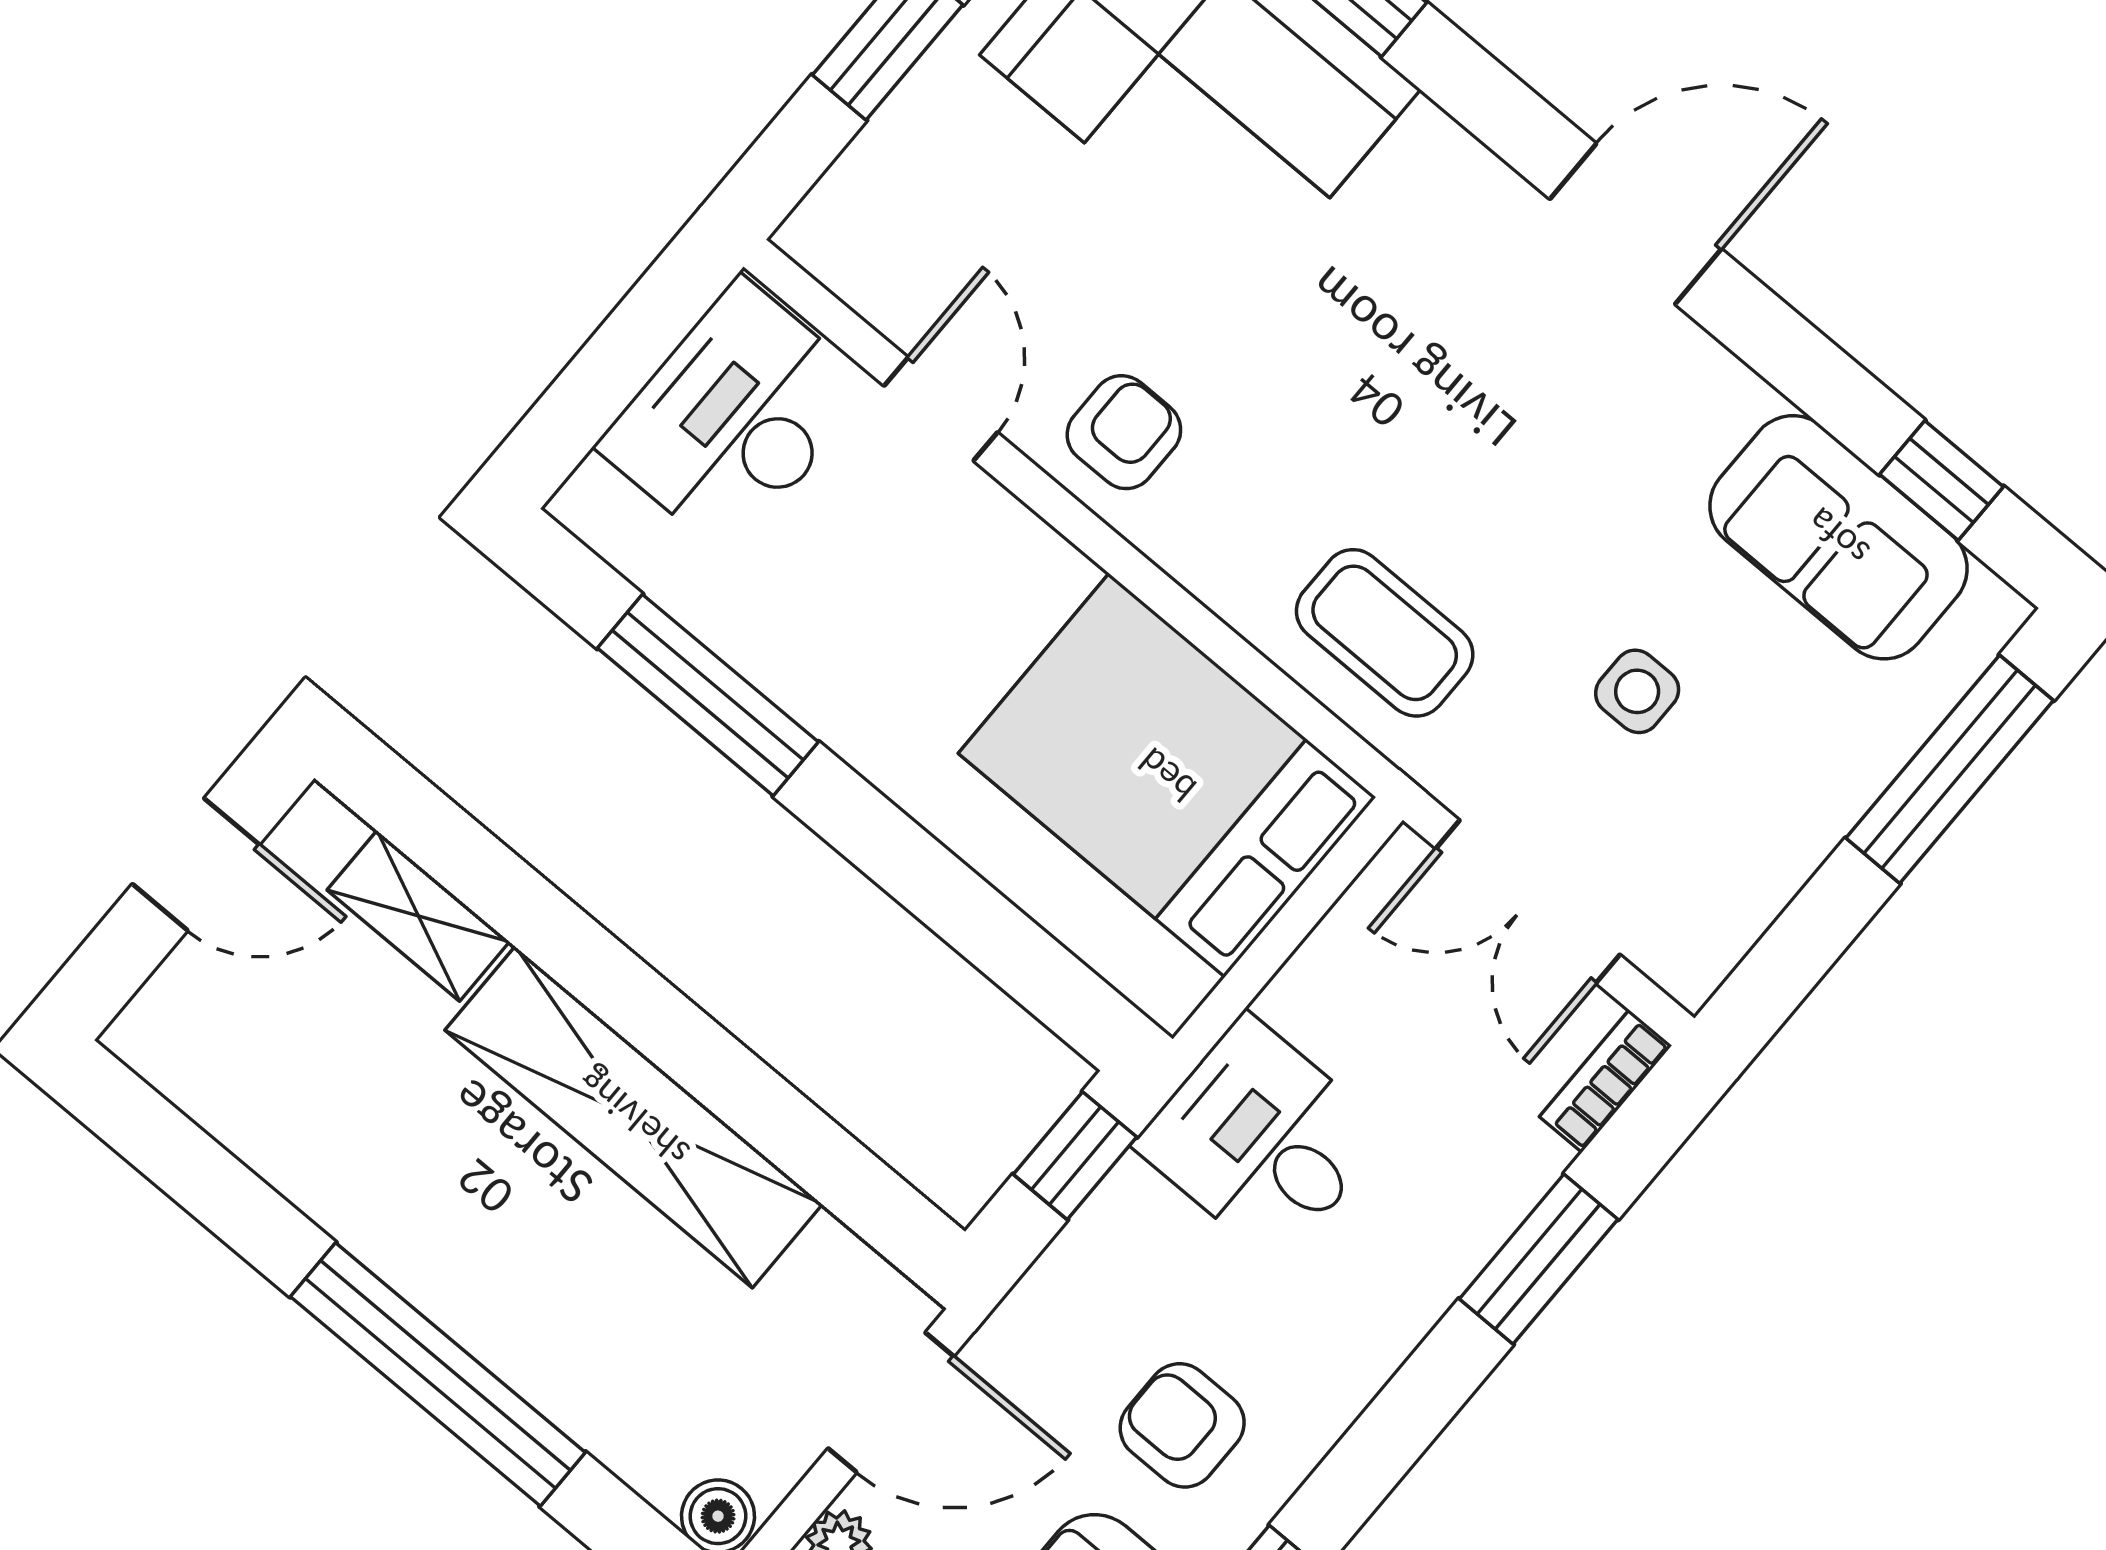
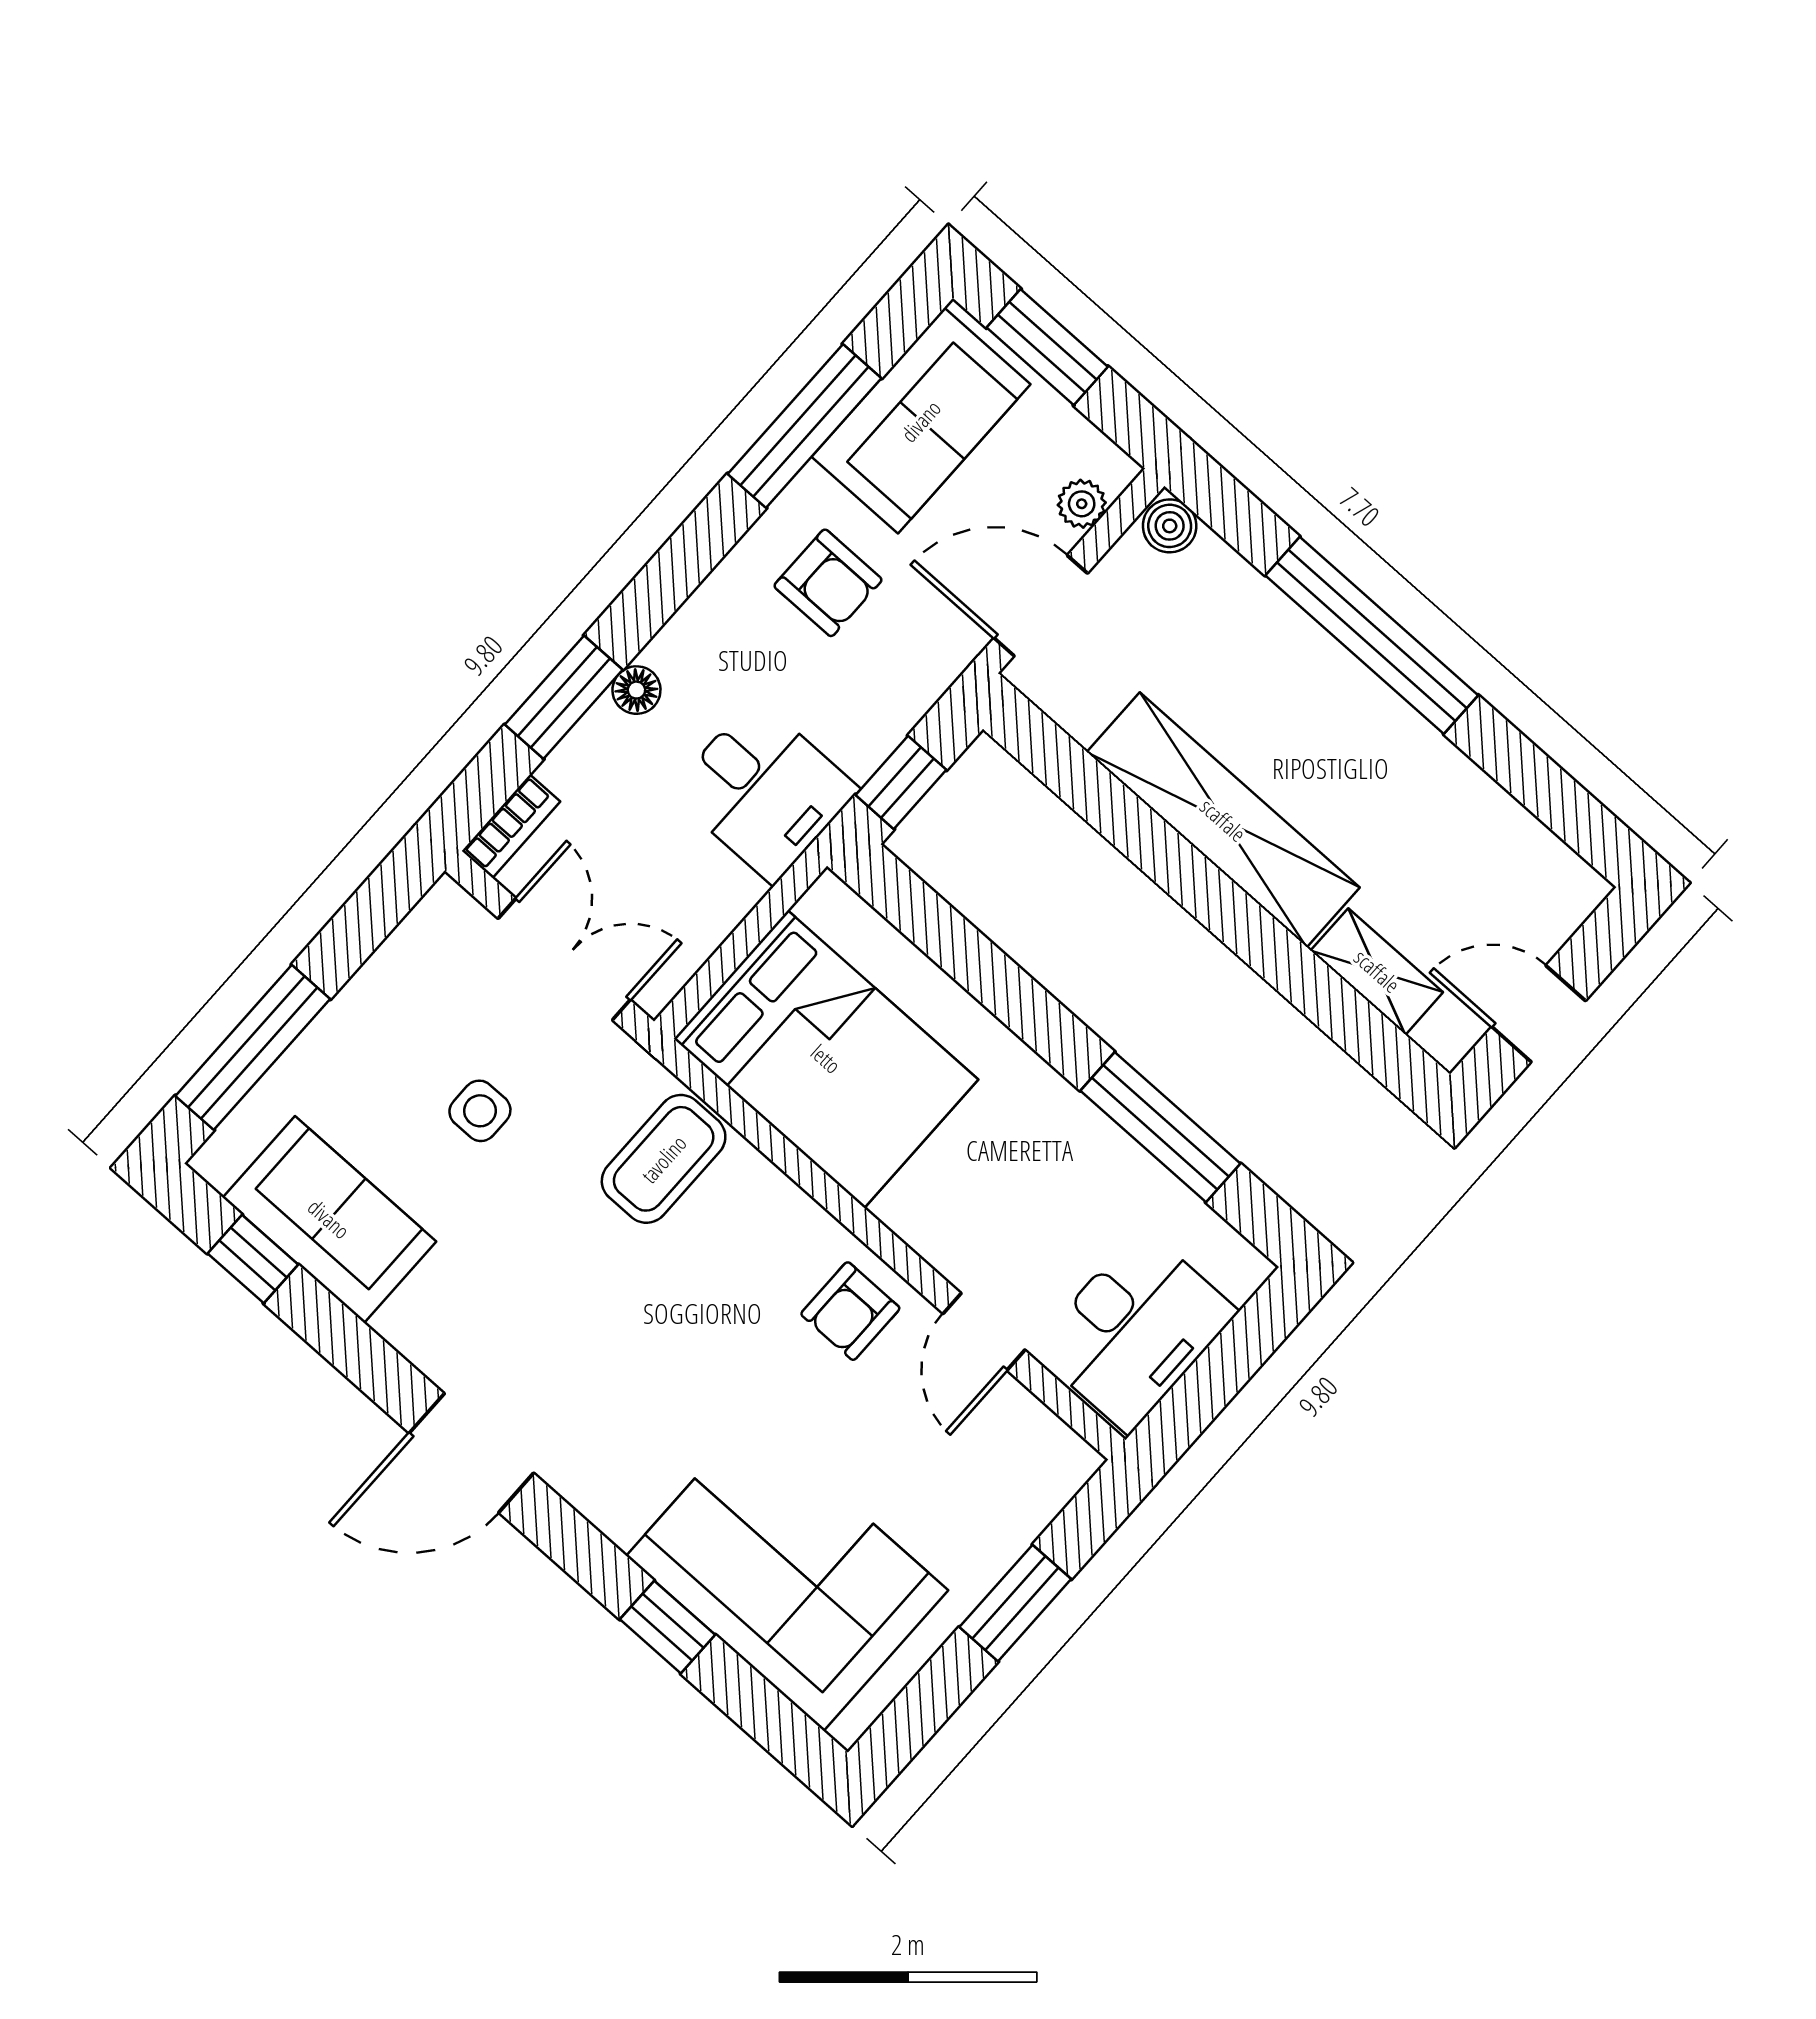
coffee table: (1385, 633) -> (664, 1159), turned 90
floor lamp: (1440, 1272) -> (636, 690), added

